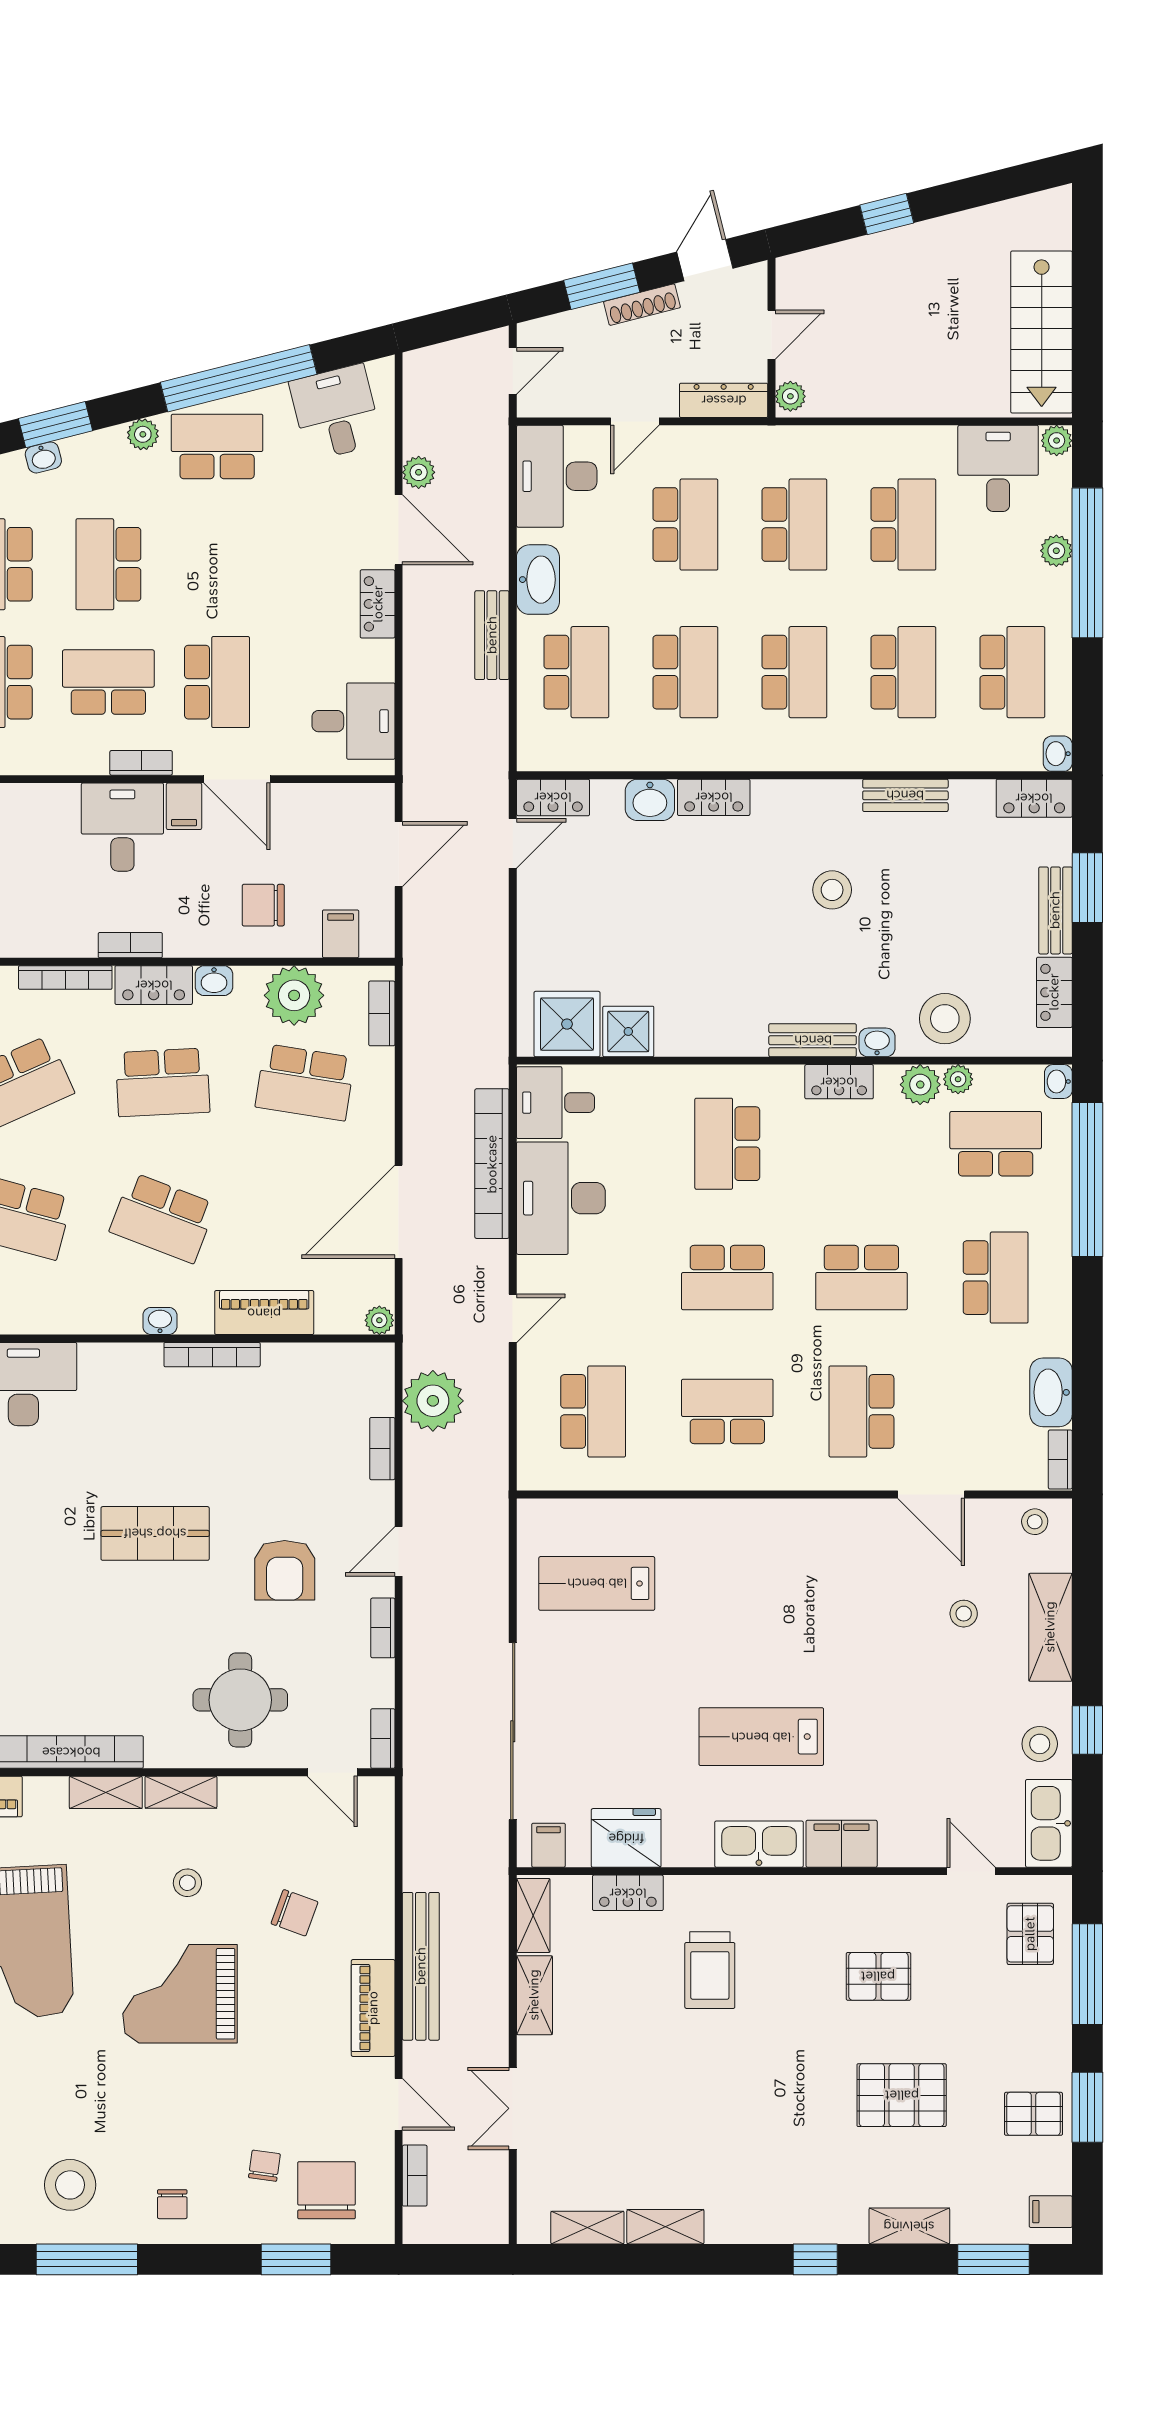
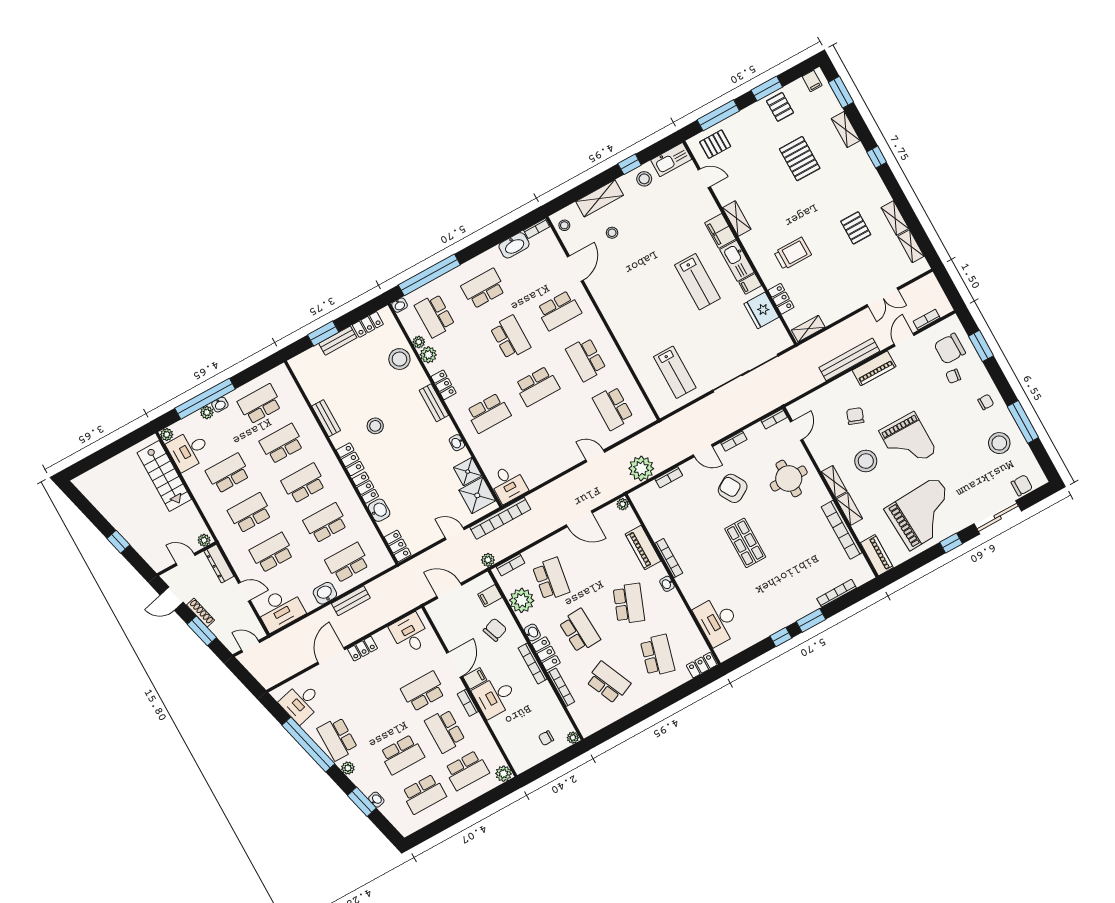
stairs: (1042, 332) -> (164, 476), moved, turned 90
plant: (419, 472) -> (488, 560), moved
washbasin: (538, 580) -> (325, 593), width x0.72
washbasin: (1058, 754) -> (220, 405), moved
locker: (1034, 798) -> (350, 459), moved
door: (513, 843) -> (455, 534), moved
chair: (263, 905) -> (495, 630), turned -110
bookcase: (130, 945) -> (533, 664), width x1.56
washbasin: (877, 1042) -> (457, 443), moved
bookcase: (492, 1164) -> (500, 518), moved
desk: (561, 1198) -> (542, 463), removed
door: (399, 1212) -> (579, 519), width x0.73
school desk: (727, 1278) -> (537, 386), turned 90
school desk: (593, 1411) -> (613, 408), turned -90
armchair: (285, 1570) -> (733, 488), turned -121
filing cabinet: (549, 1845) -> (750, 284), moved
door: (971, 1871) -> (704, 178), swing flipped
stool: (187, 1883) -> (866, 461), width x1.89, depth x1.89
pallet: (878, 1976) -> (856, 228), moved
shelving: (534, 1995) -> (737, 219), moved, turned 90

